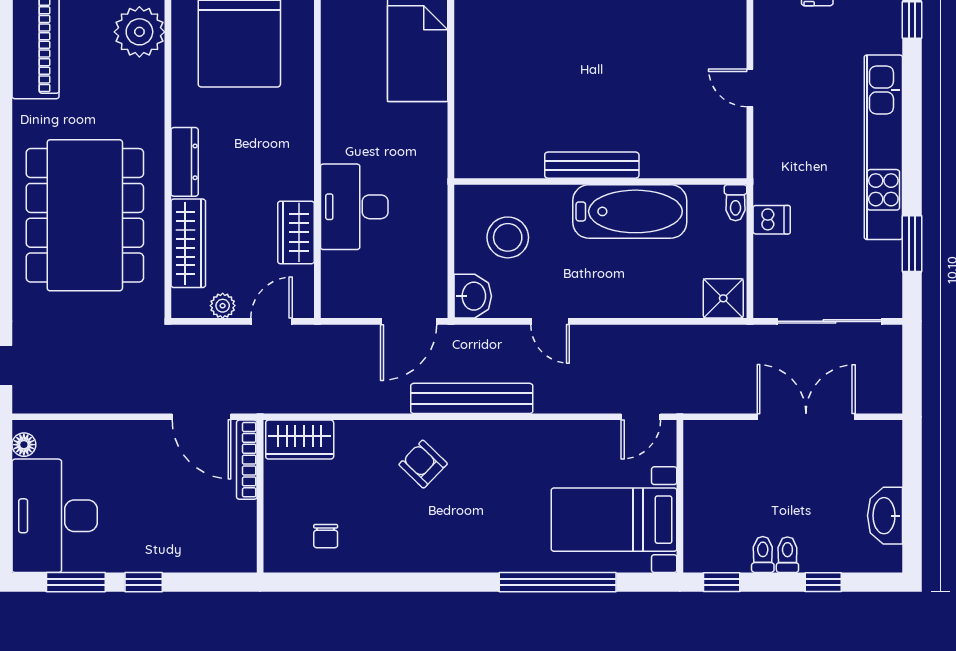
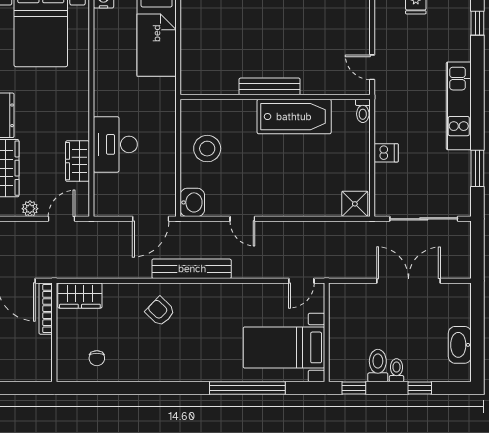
kitchen unit: (883, 147) -> (459, 106), width x0.73
bench: (592, 165) -> (270, 86), moved
wall: (600, 181) -> (275, 97), moved
toilet: (736, 203) -> (363, 111), moved
bathtub: (630, 211) -> (294, 117), moved
stool: (508, 237) -> (207, 149), moved
toilet: (763, 554) -> (378, 366), width x1.37, depth x1.39

